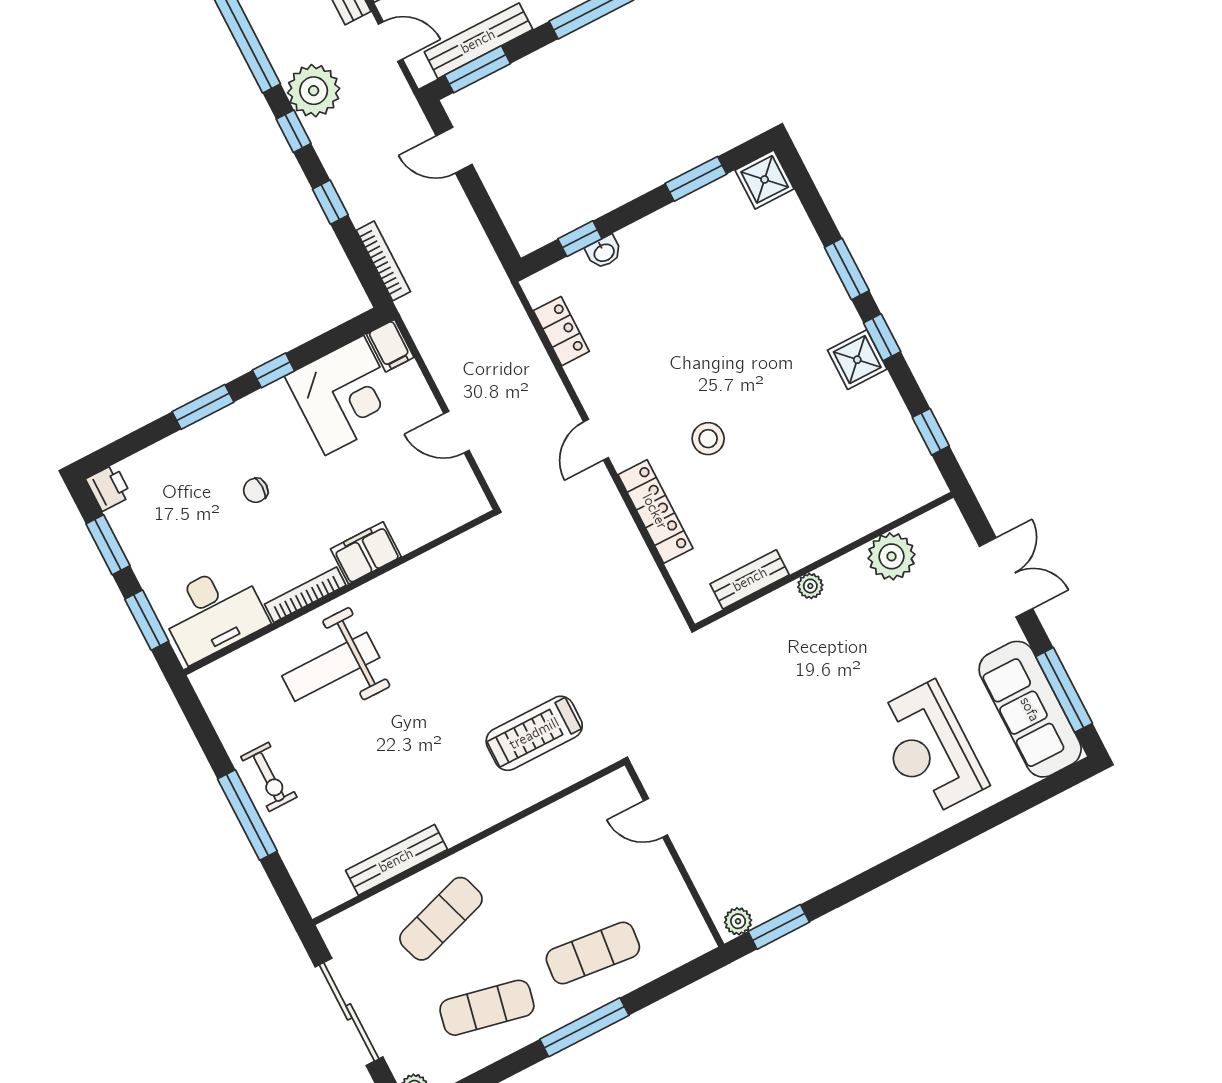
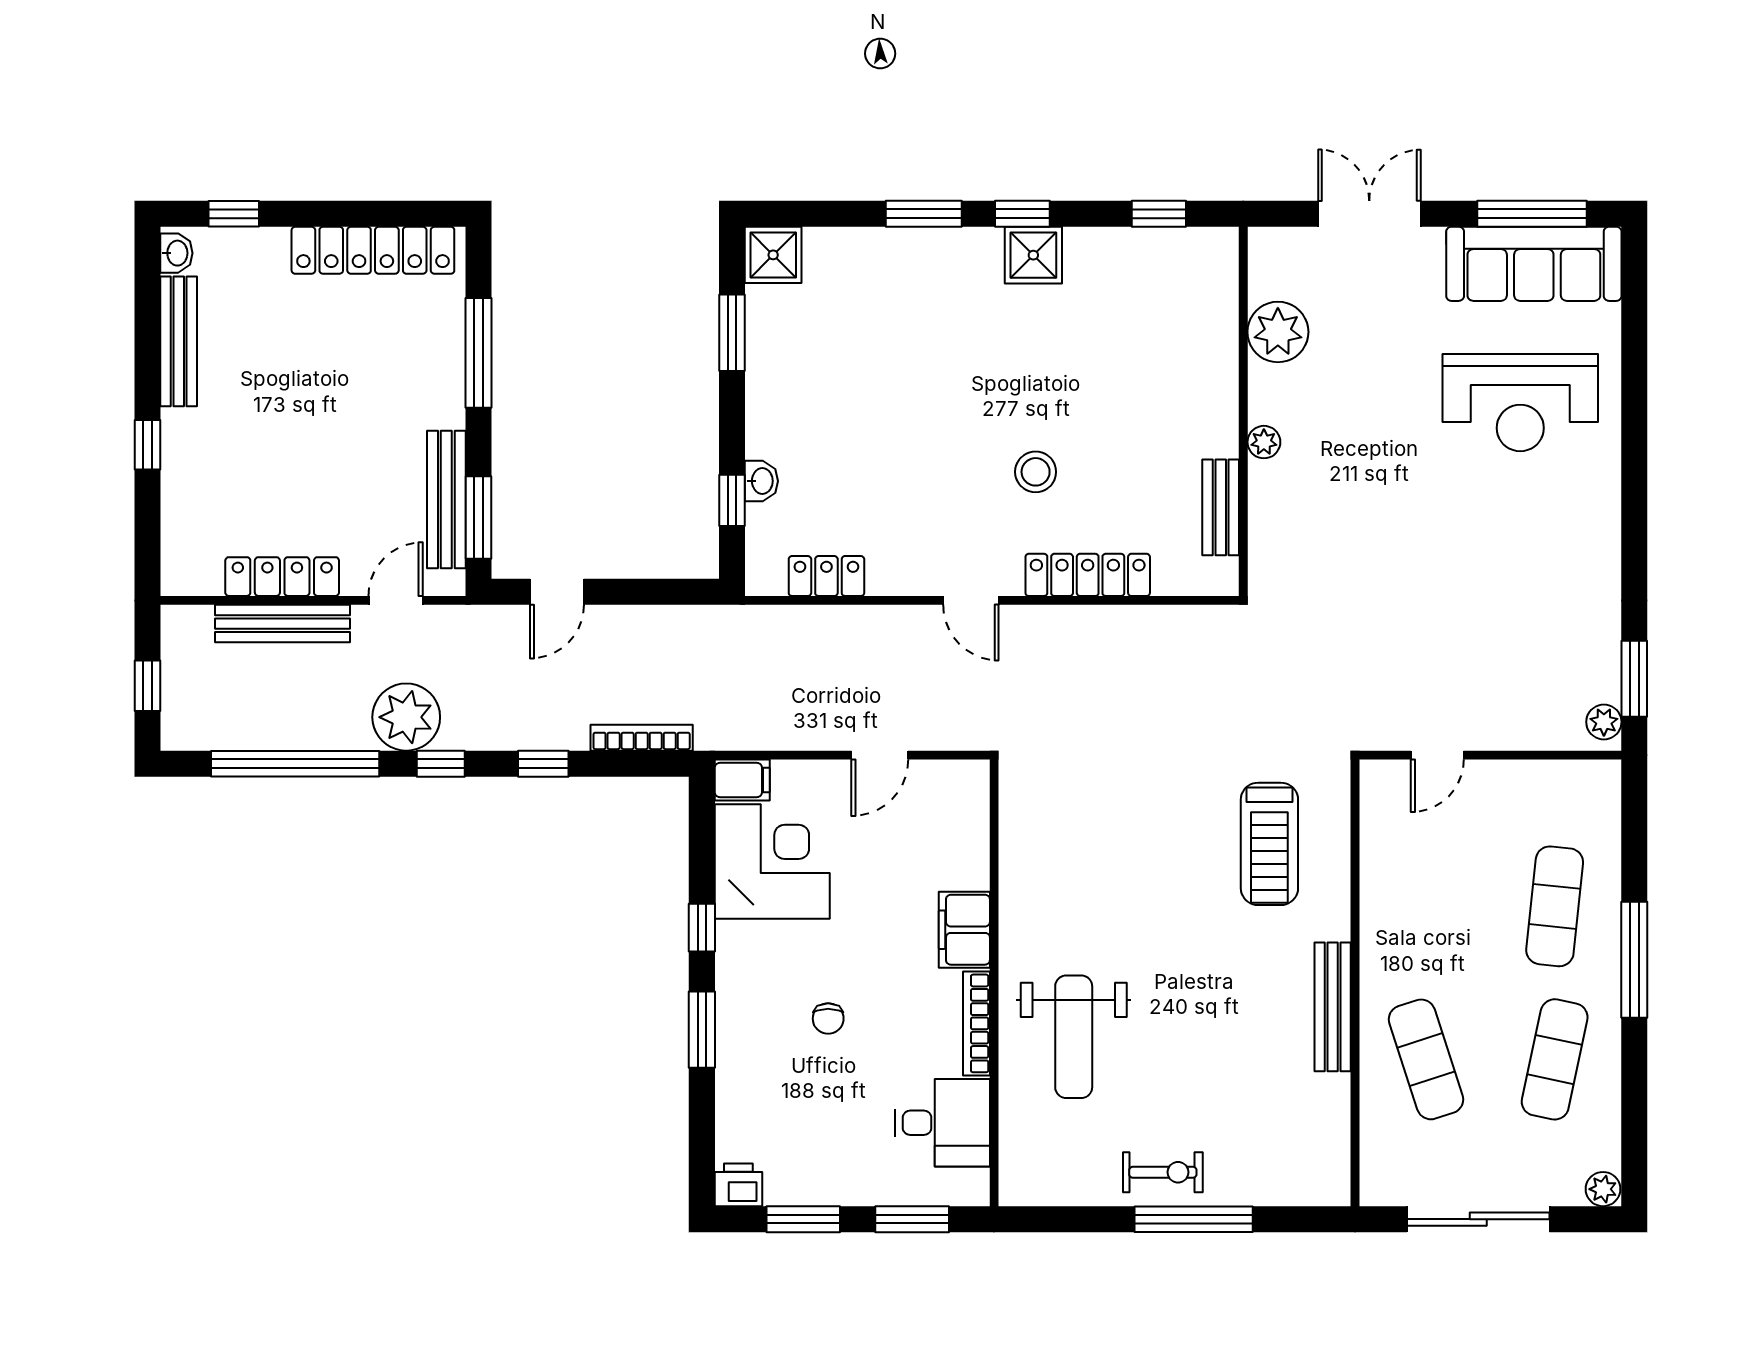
desk: (213, 613) -> (943, 1123), width x0.73
bench: (396, 860) -> (1333, 1007), moved

